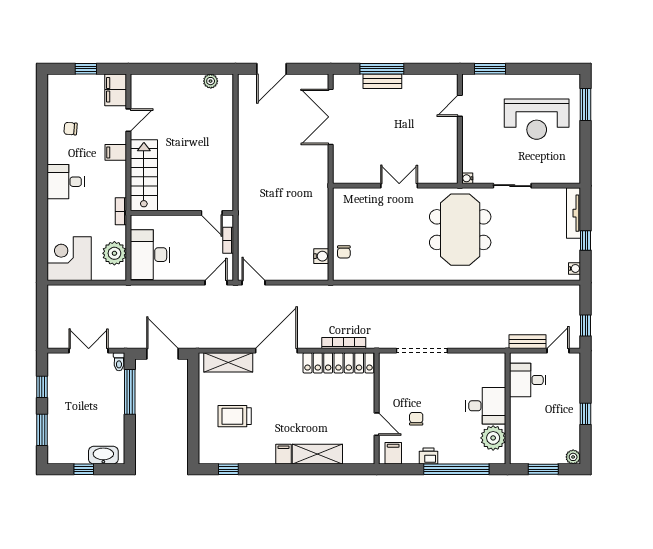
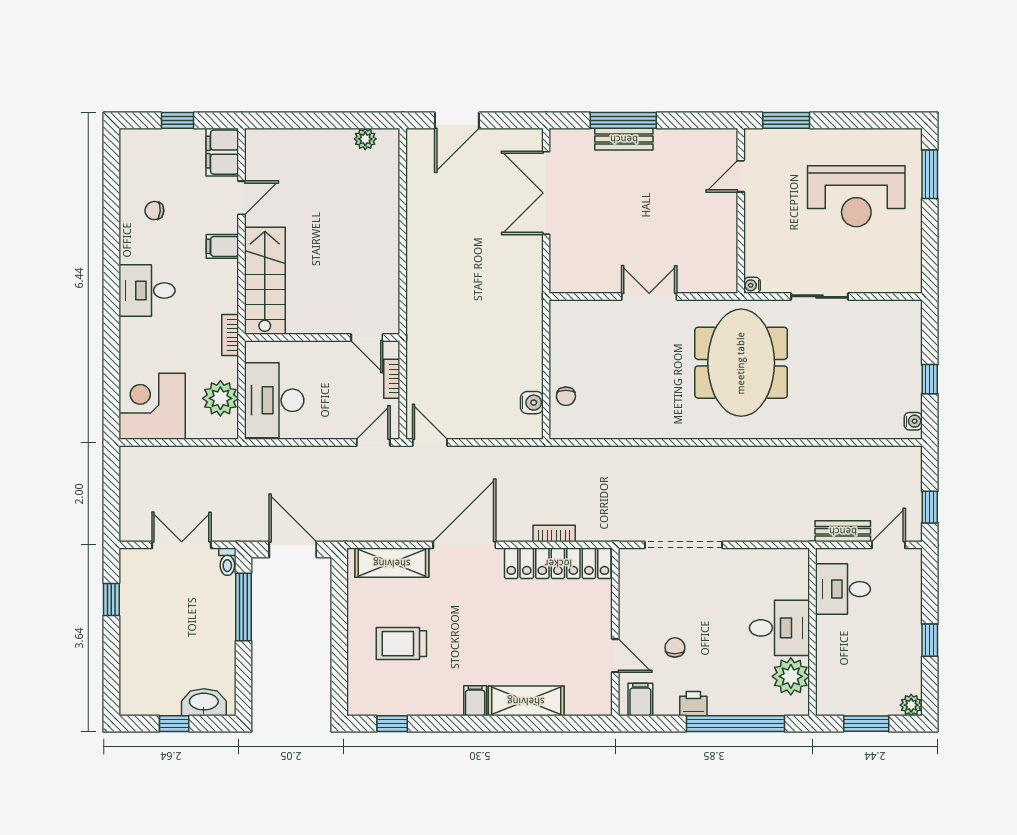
tv unit: (573, 213) -> (912, 338), removed
bookcase: (344, 343) -> (554, 533), width x0.64
window: (42, 430) -> (111, 664), removed

